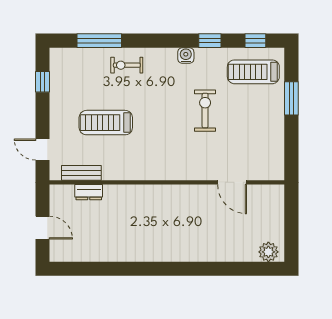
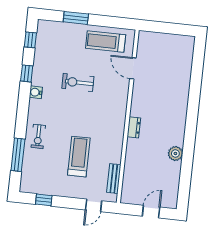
treadmill: (253, 72) -> (106, 42), moved, turned 90
treadmill: (106, 123) -> (79, 157), turned 180
door: (232, 182) -> (133, 68), swing flipped
dresser: (89, 192) -> (134, 127), moved
plant: (268, 252) -> (175, 153), moved

